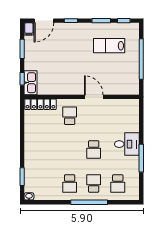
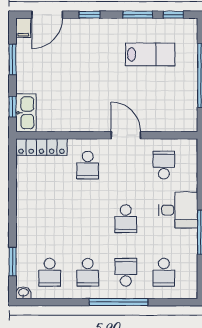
lab bench: (109, 46) -> (150, 54), turned 180
school desk: (70, 116) -> (88, 165), turned 180
school desk: (118, 116) -> (164, 165), added
school desk: (46, 183) -> (50, 272), added

